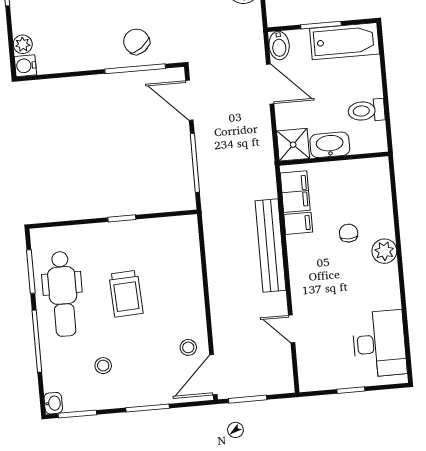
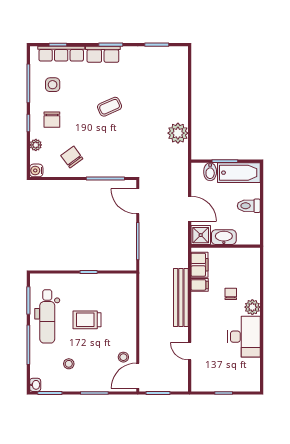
chair: (136, 42) -> (72, 157), moved
plant: (23, 44) -> (36, 145), moved
bidet: (279, 45) -> (210, 172), moved
door: (270, 84) -> (190, 209), moved
toilet: (366, 111) -> (249, 206), moved
trolley: (126, 294) -> (87, 320), turned 93
desk: (379, 344) -> (244, 337), moved

